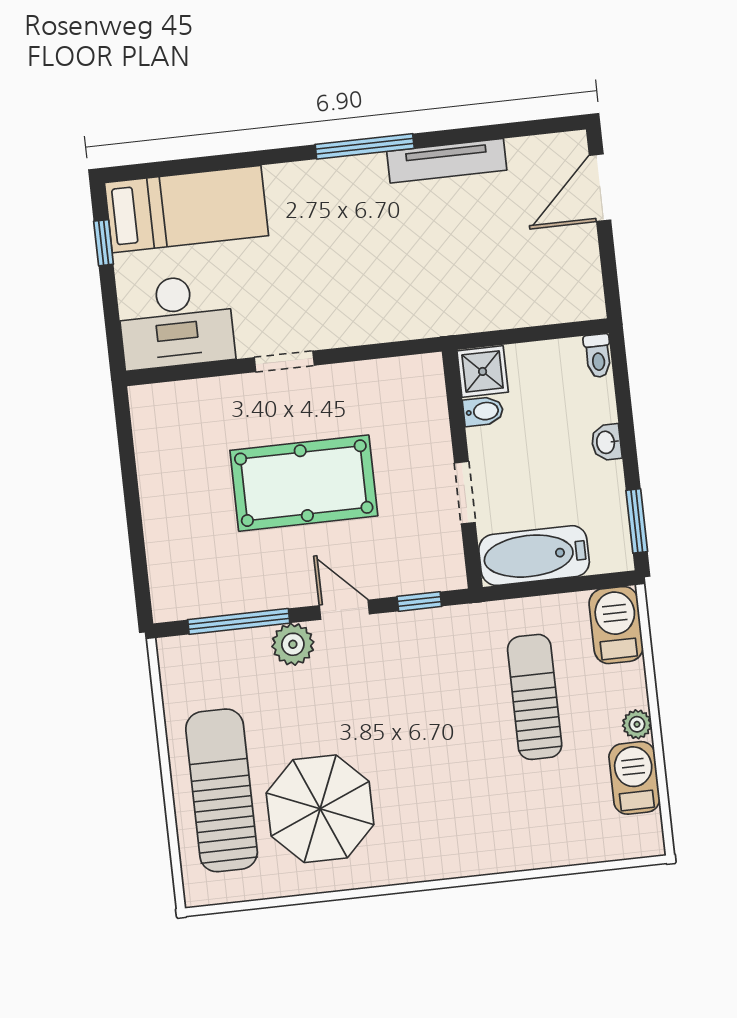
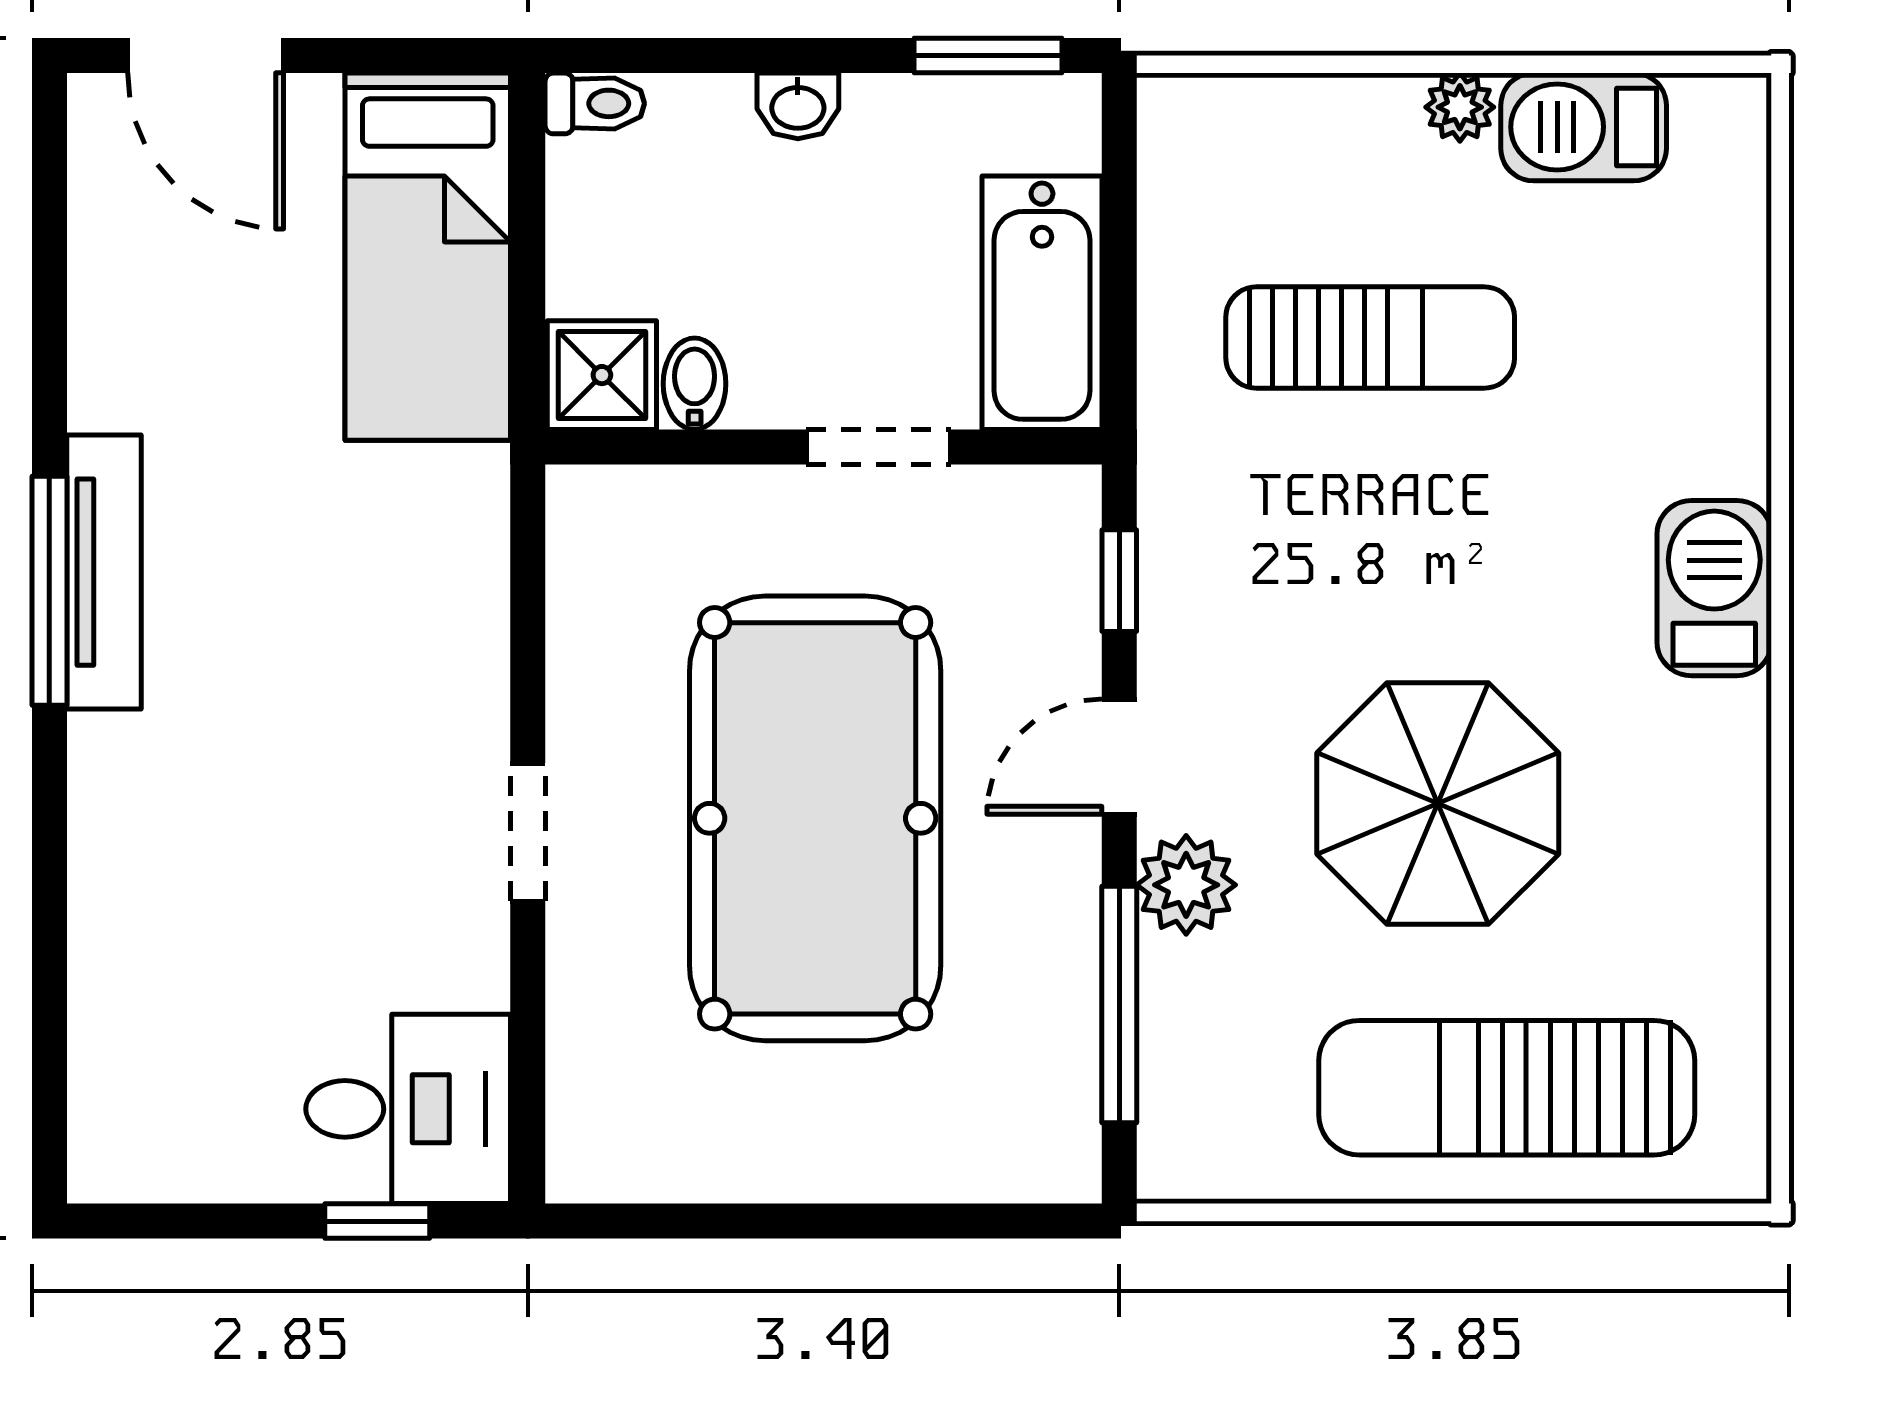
tv unit: (447, 161) -> (104, 572), moved
bed: (187, 209) -> (428, 257), moved, turned 180
window: (104, 243) -> (377, 1221), moved
desk: (176, 322) -> (408, 1109), width x0.73
pool table: (304, 483) -> (815, 818), width x1.36, depth x1.32
barbecue: (616, 625) -> (1714, 588), moved, turned 90
sun lounger: (535, 697) -> (1370, 337), turned 180
parasol: (320, 809) -> (1438, 803), moved

